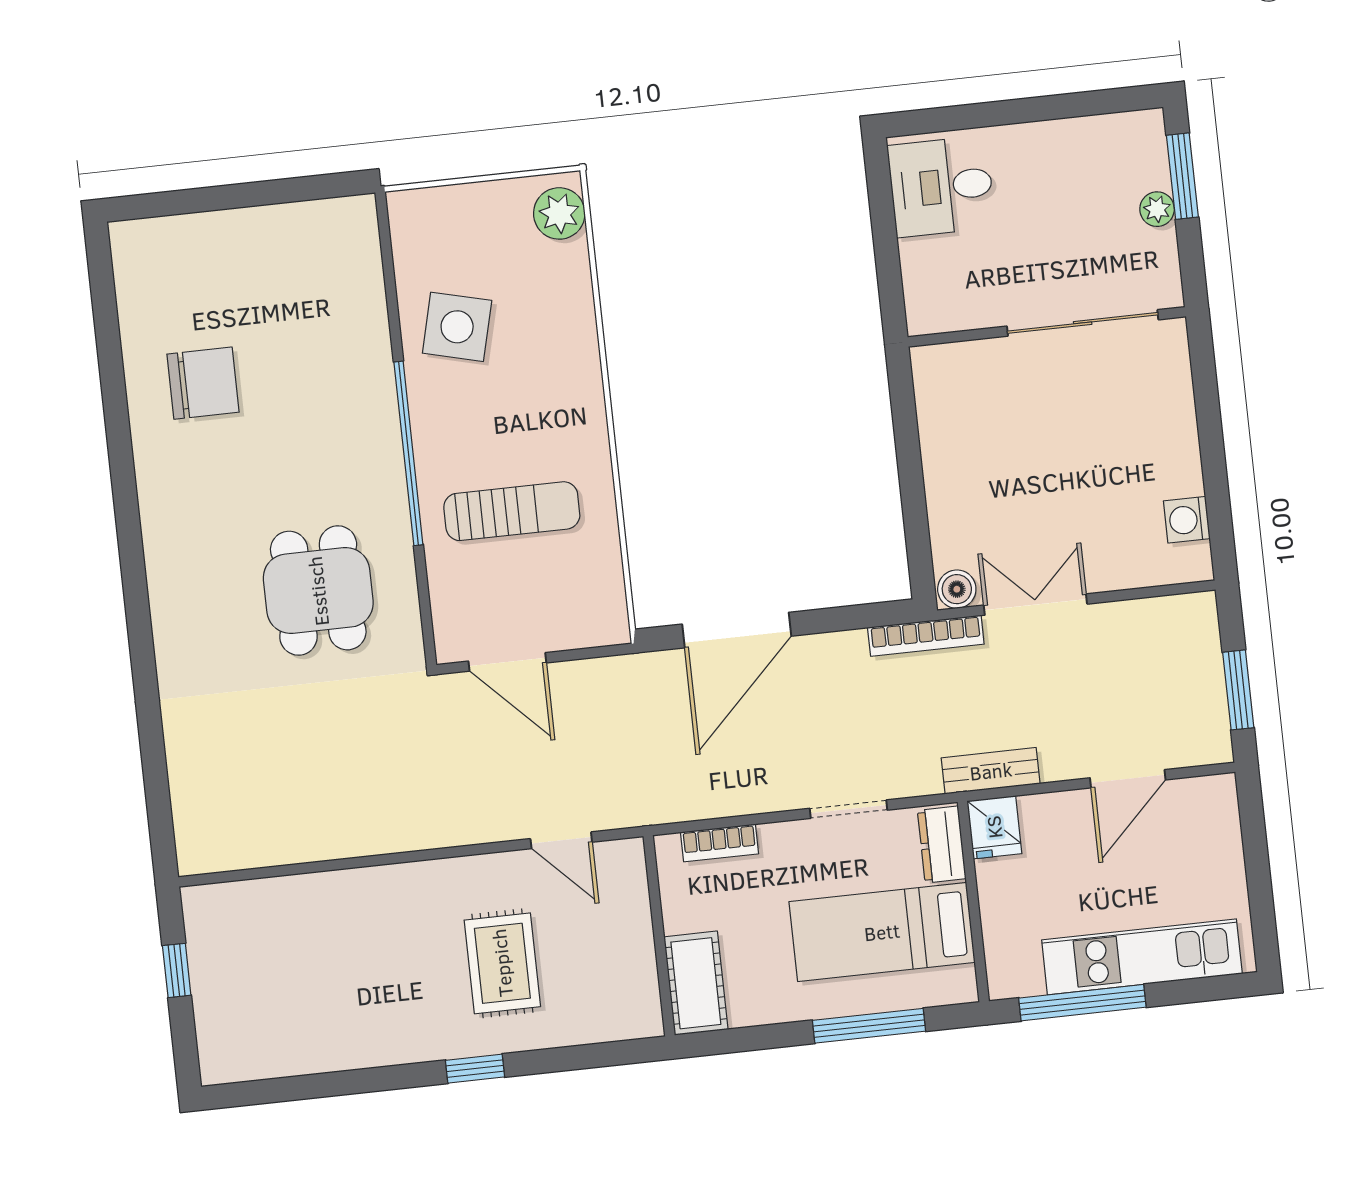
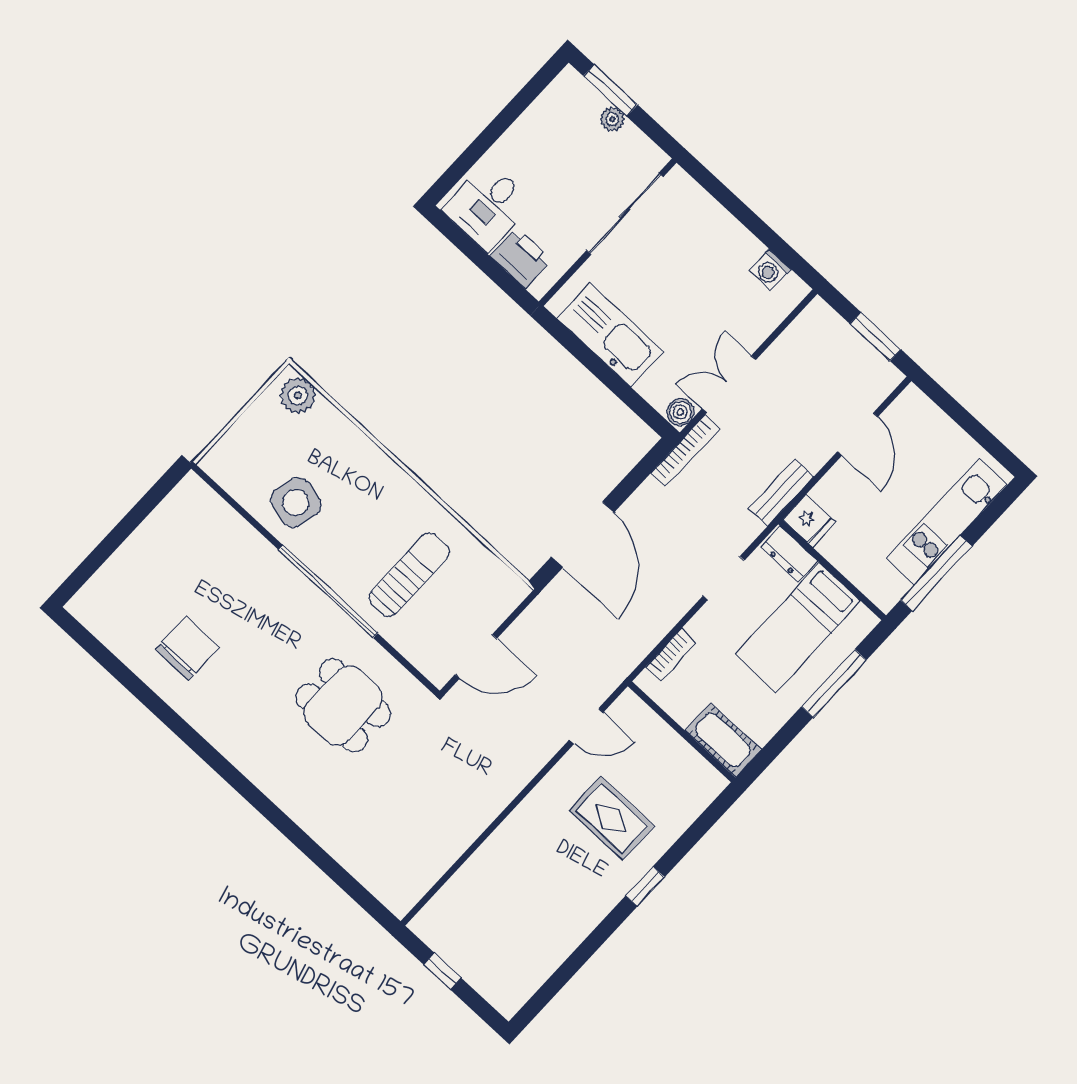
printer: (929, 273) -> (521, 258), added
kitchen sink: (954, 441) -> (611, 335), added

